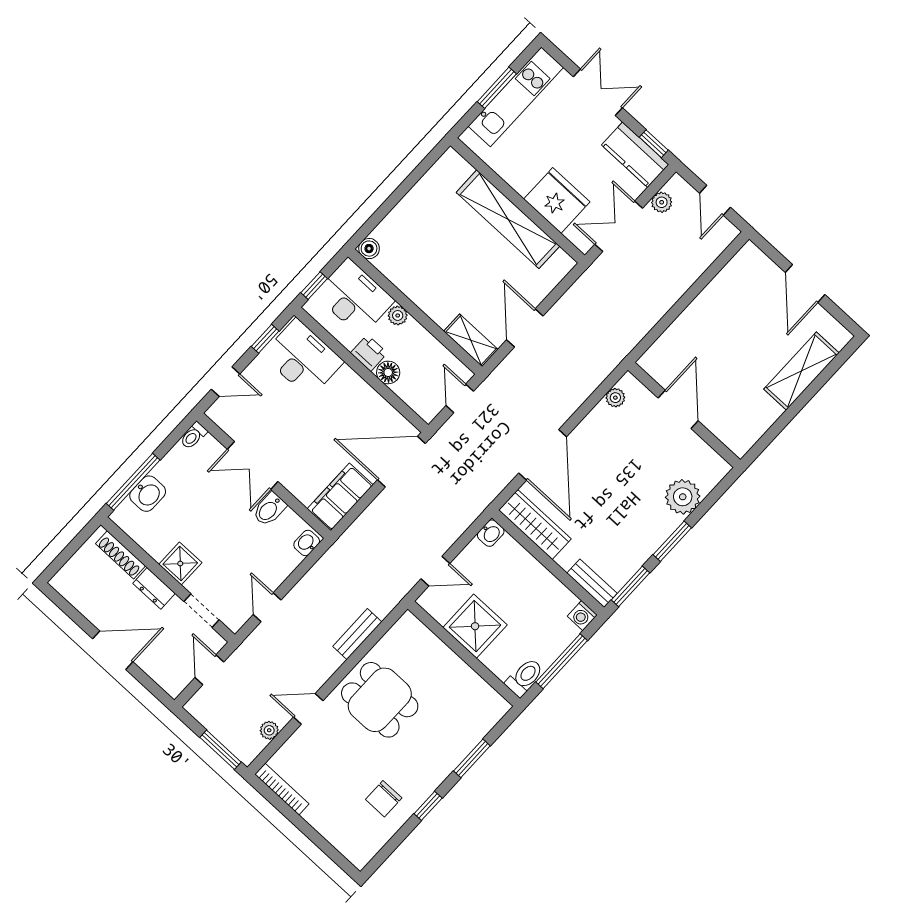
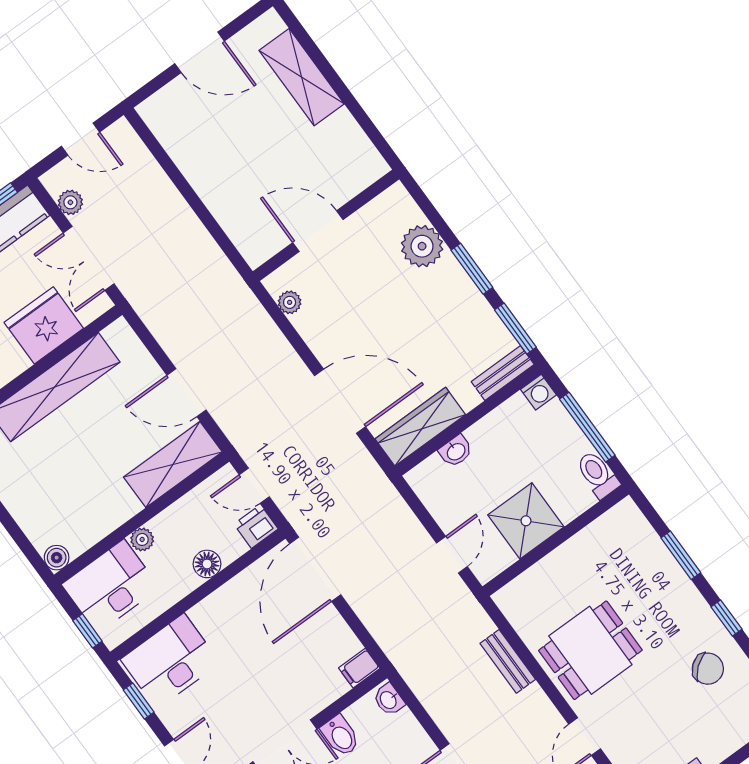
shelving: (471, 340) -> (173, 465), width x1.50, depth x1.33
printer: (369, 353) -> (256, 527), moved
filing cabinet: (340, 497) -> (359, 668), width x0.33, depth x0.86
washbasin: (491, 533) -> (456, 451), moved, turned 90
chair: (384, 799) -> (708, 669), turned -39

